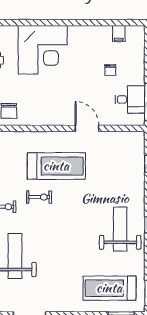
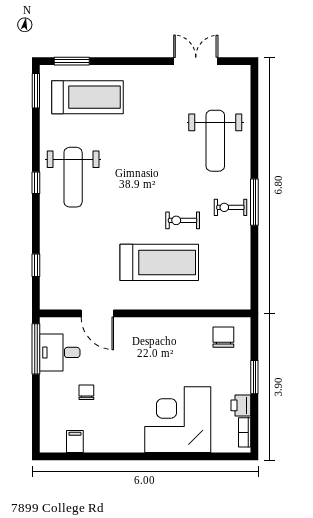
door: (87, 128) -> (97, 313), moved
treadmill: (56, 166) -> (159, 262), turned 180

